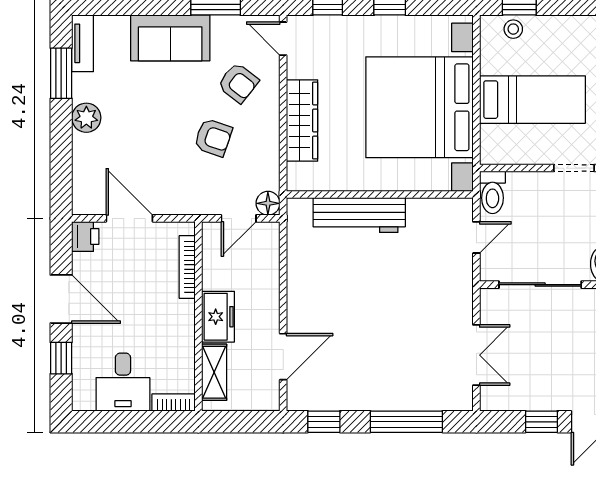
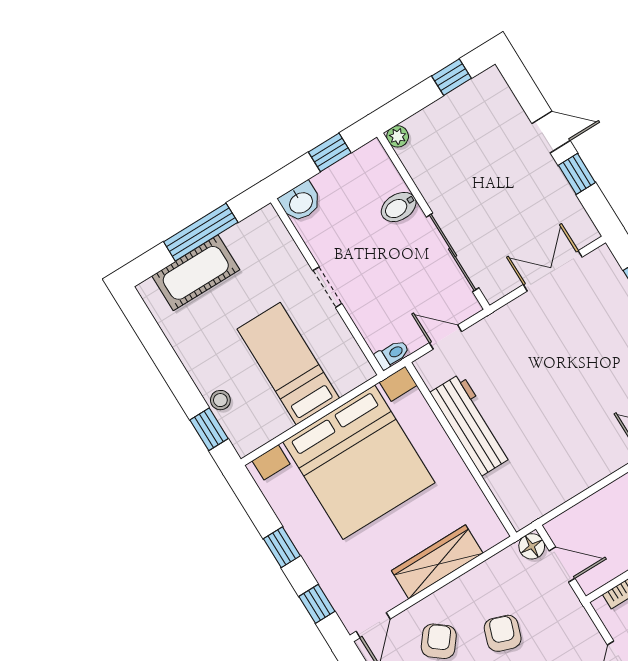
stool: (513, 29) -> (220, 400), moved
toilet: (492, 192) -> (392, 354), width x0.73, depth x0.72
workbench: (359, 215) -> (471, 425), moved

